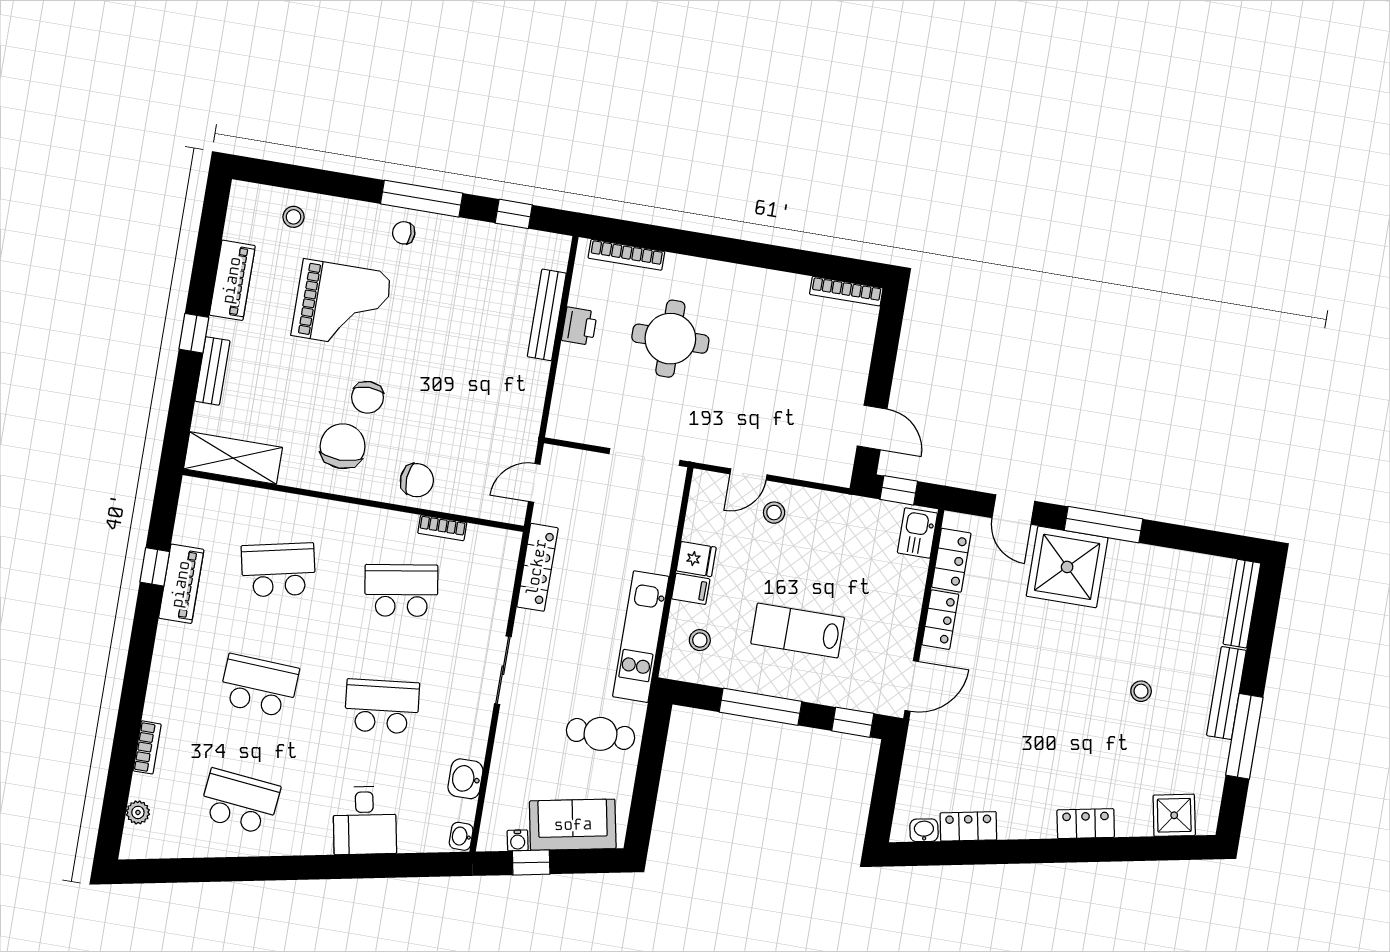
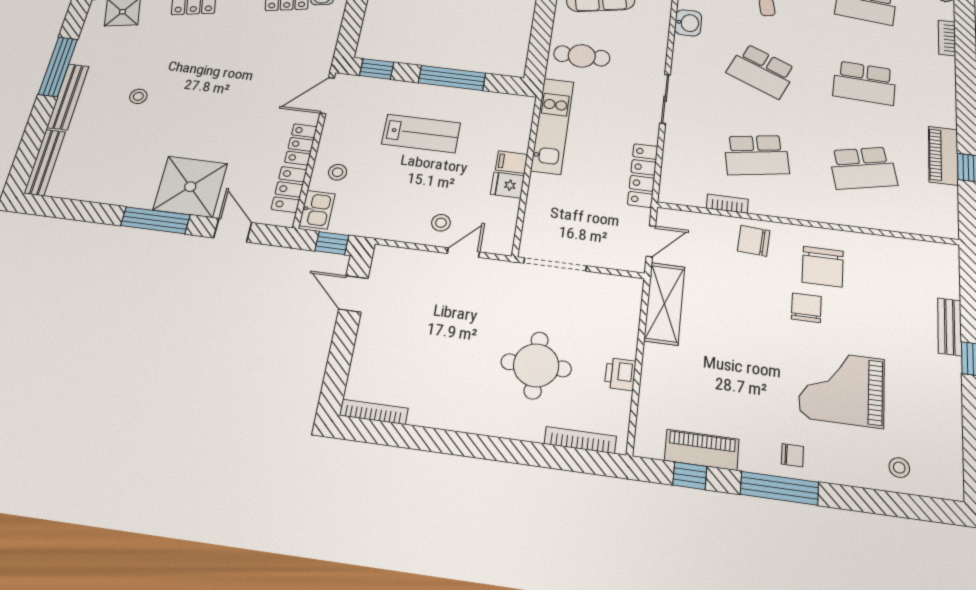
piano: (232, 280) -> (702, 450), moved, turned 90
bench: (547, 315) -> (651, 383), removed
shelving: (233, 458) -> (664, 304), moved, turned 90
stool: (700, 640) -> (338, 172), moved
school desk: (382, 706) -> (762, 71), turned 30

